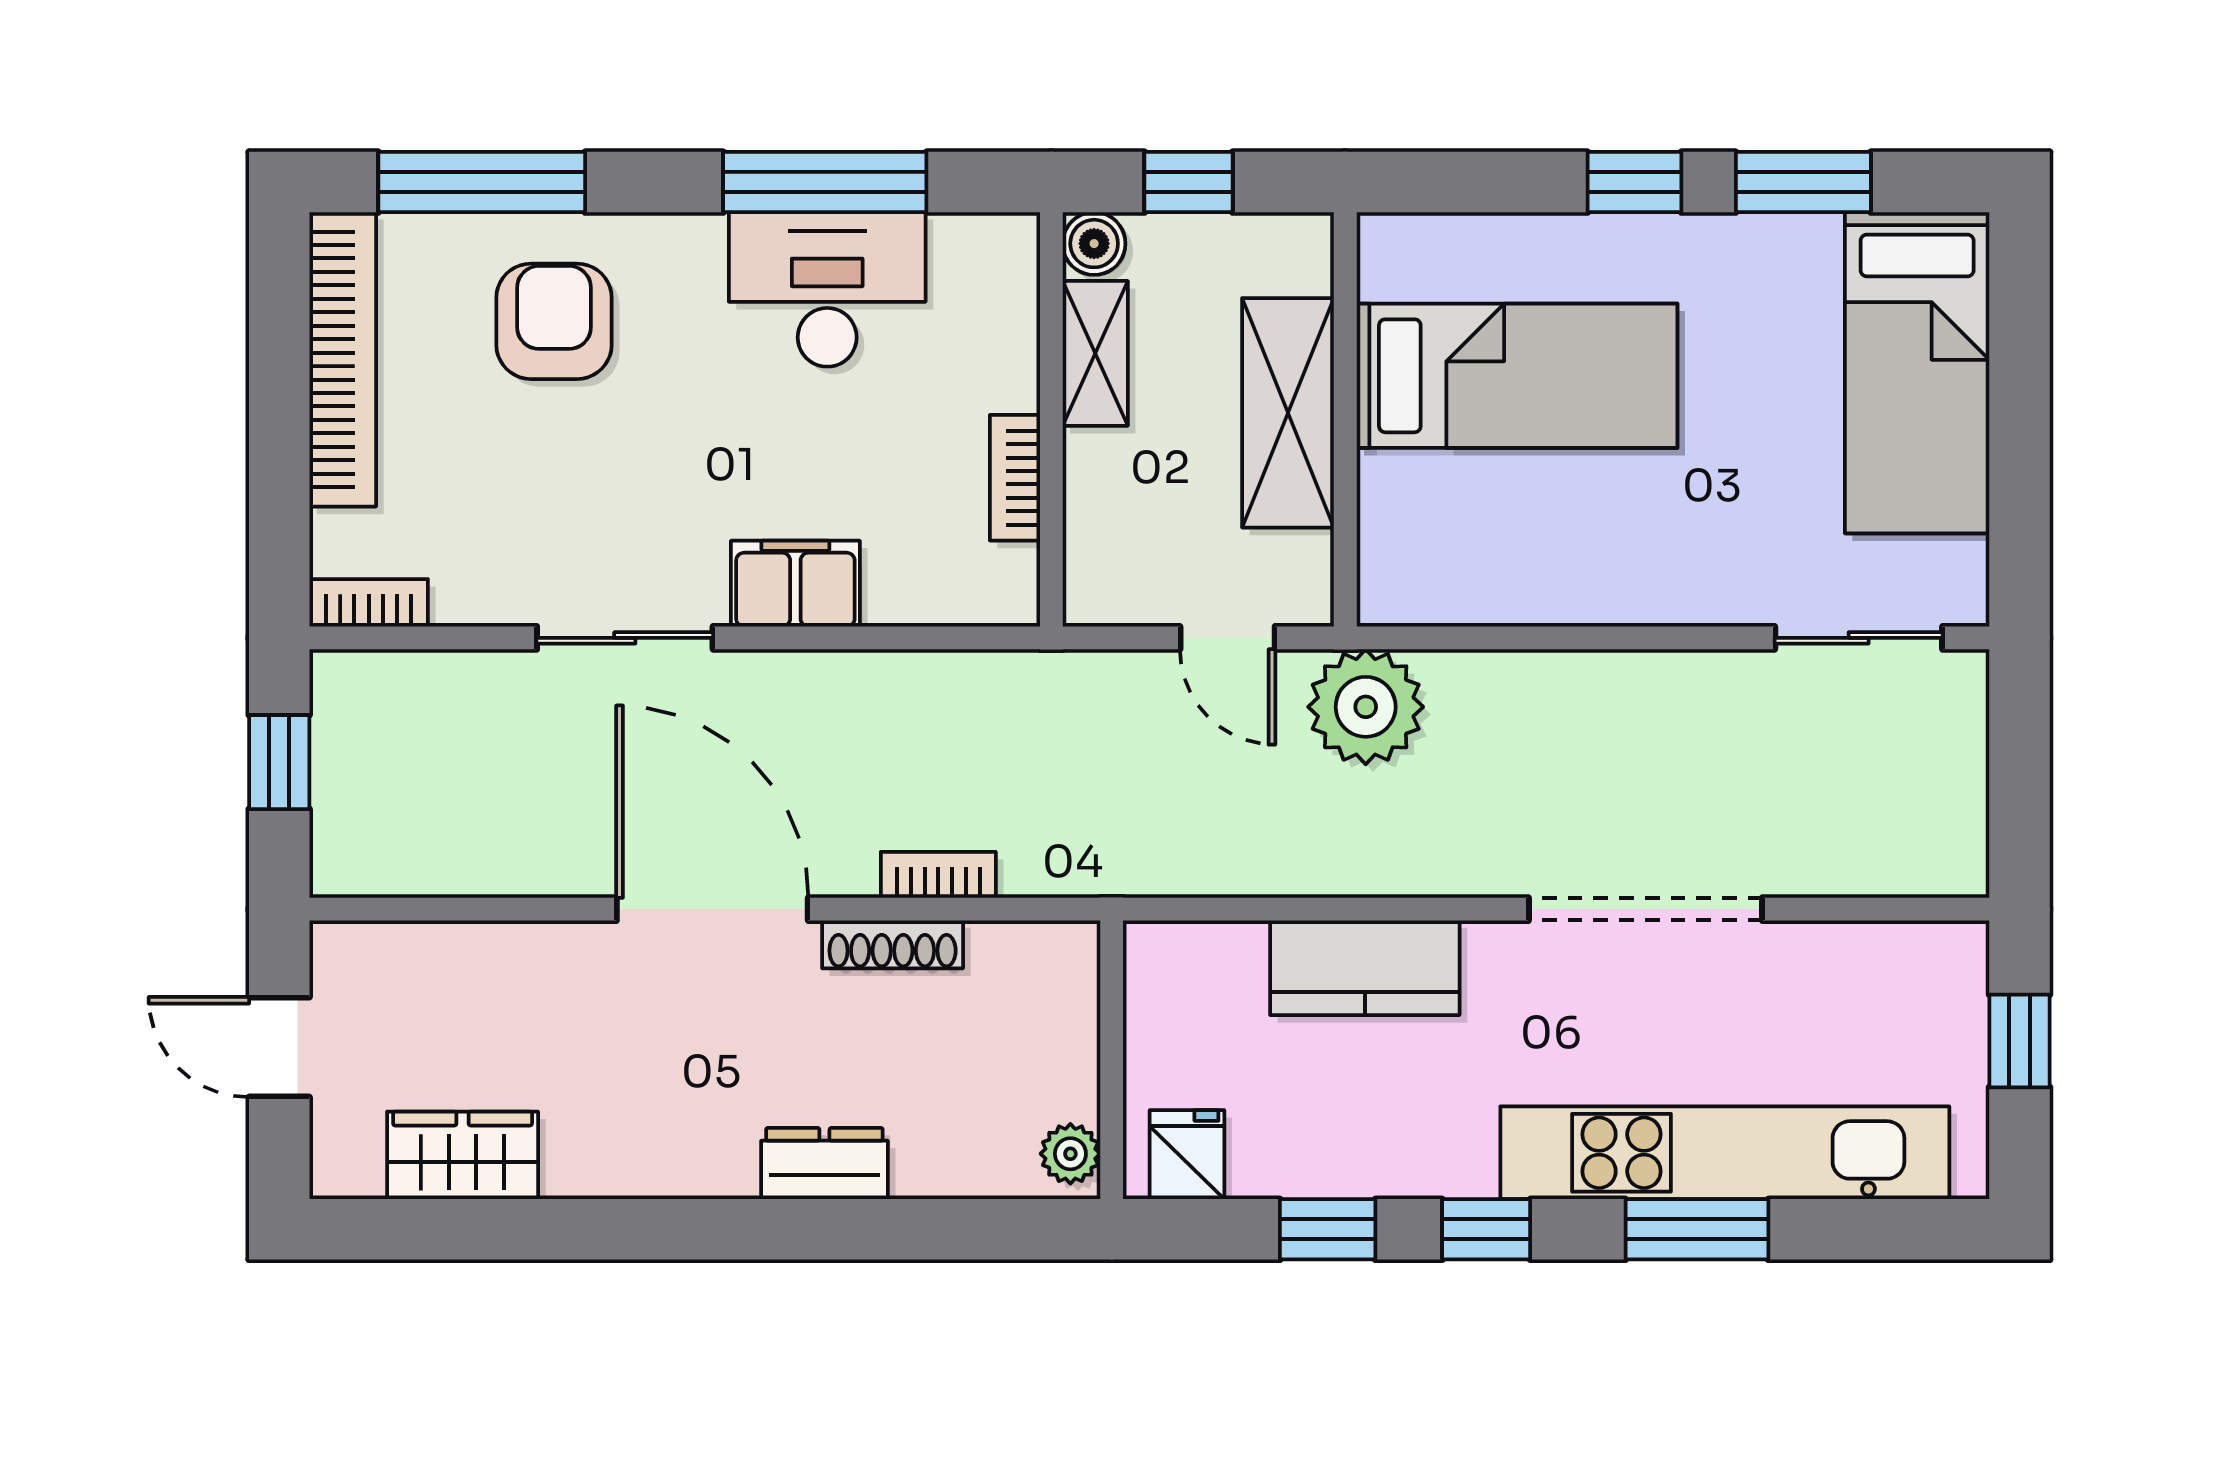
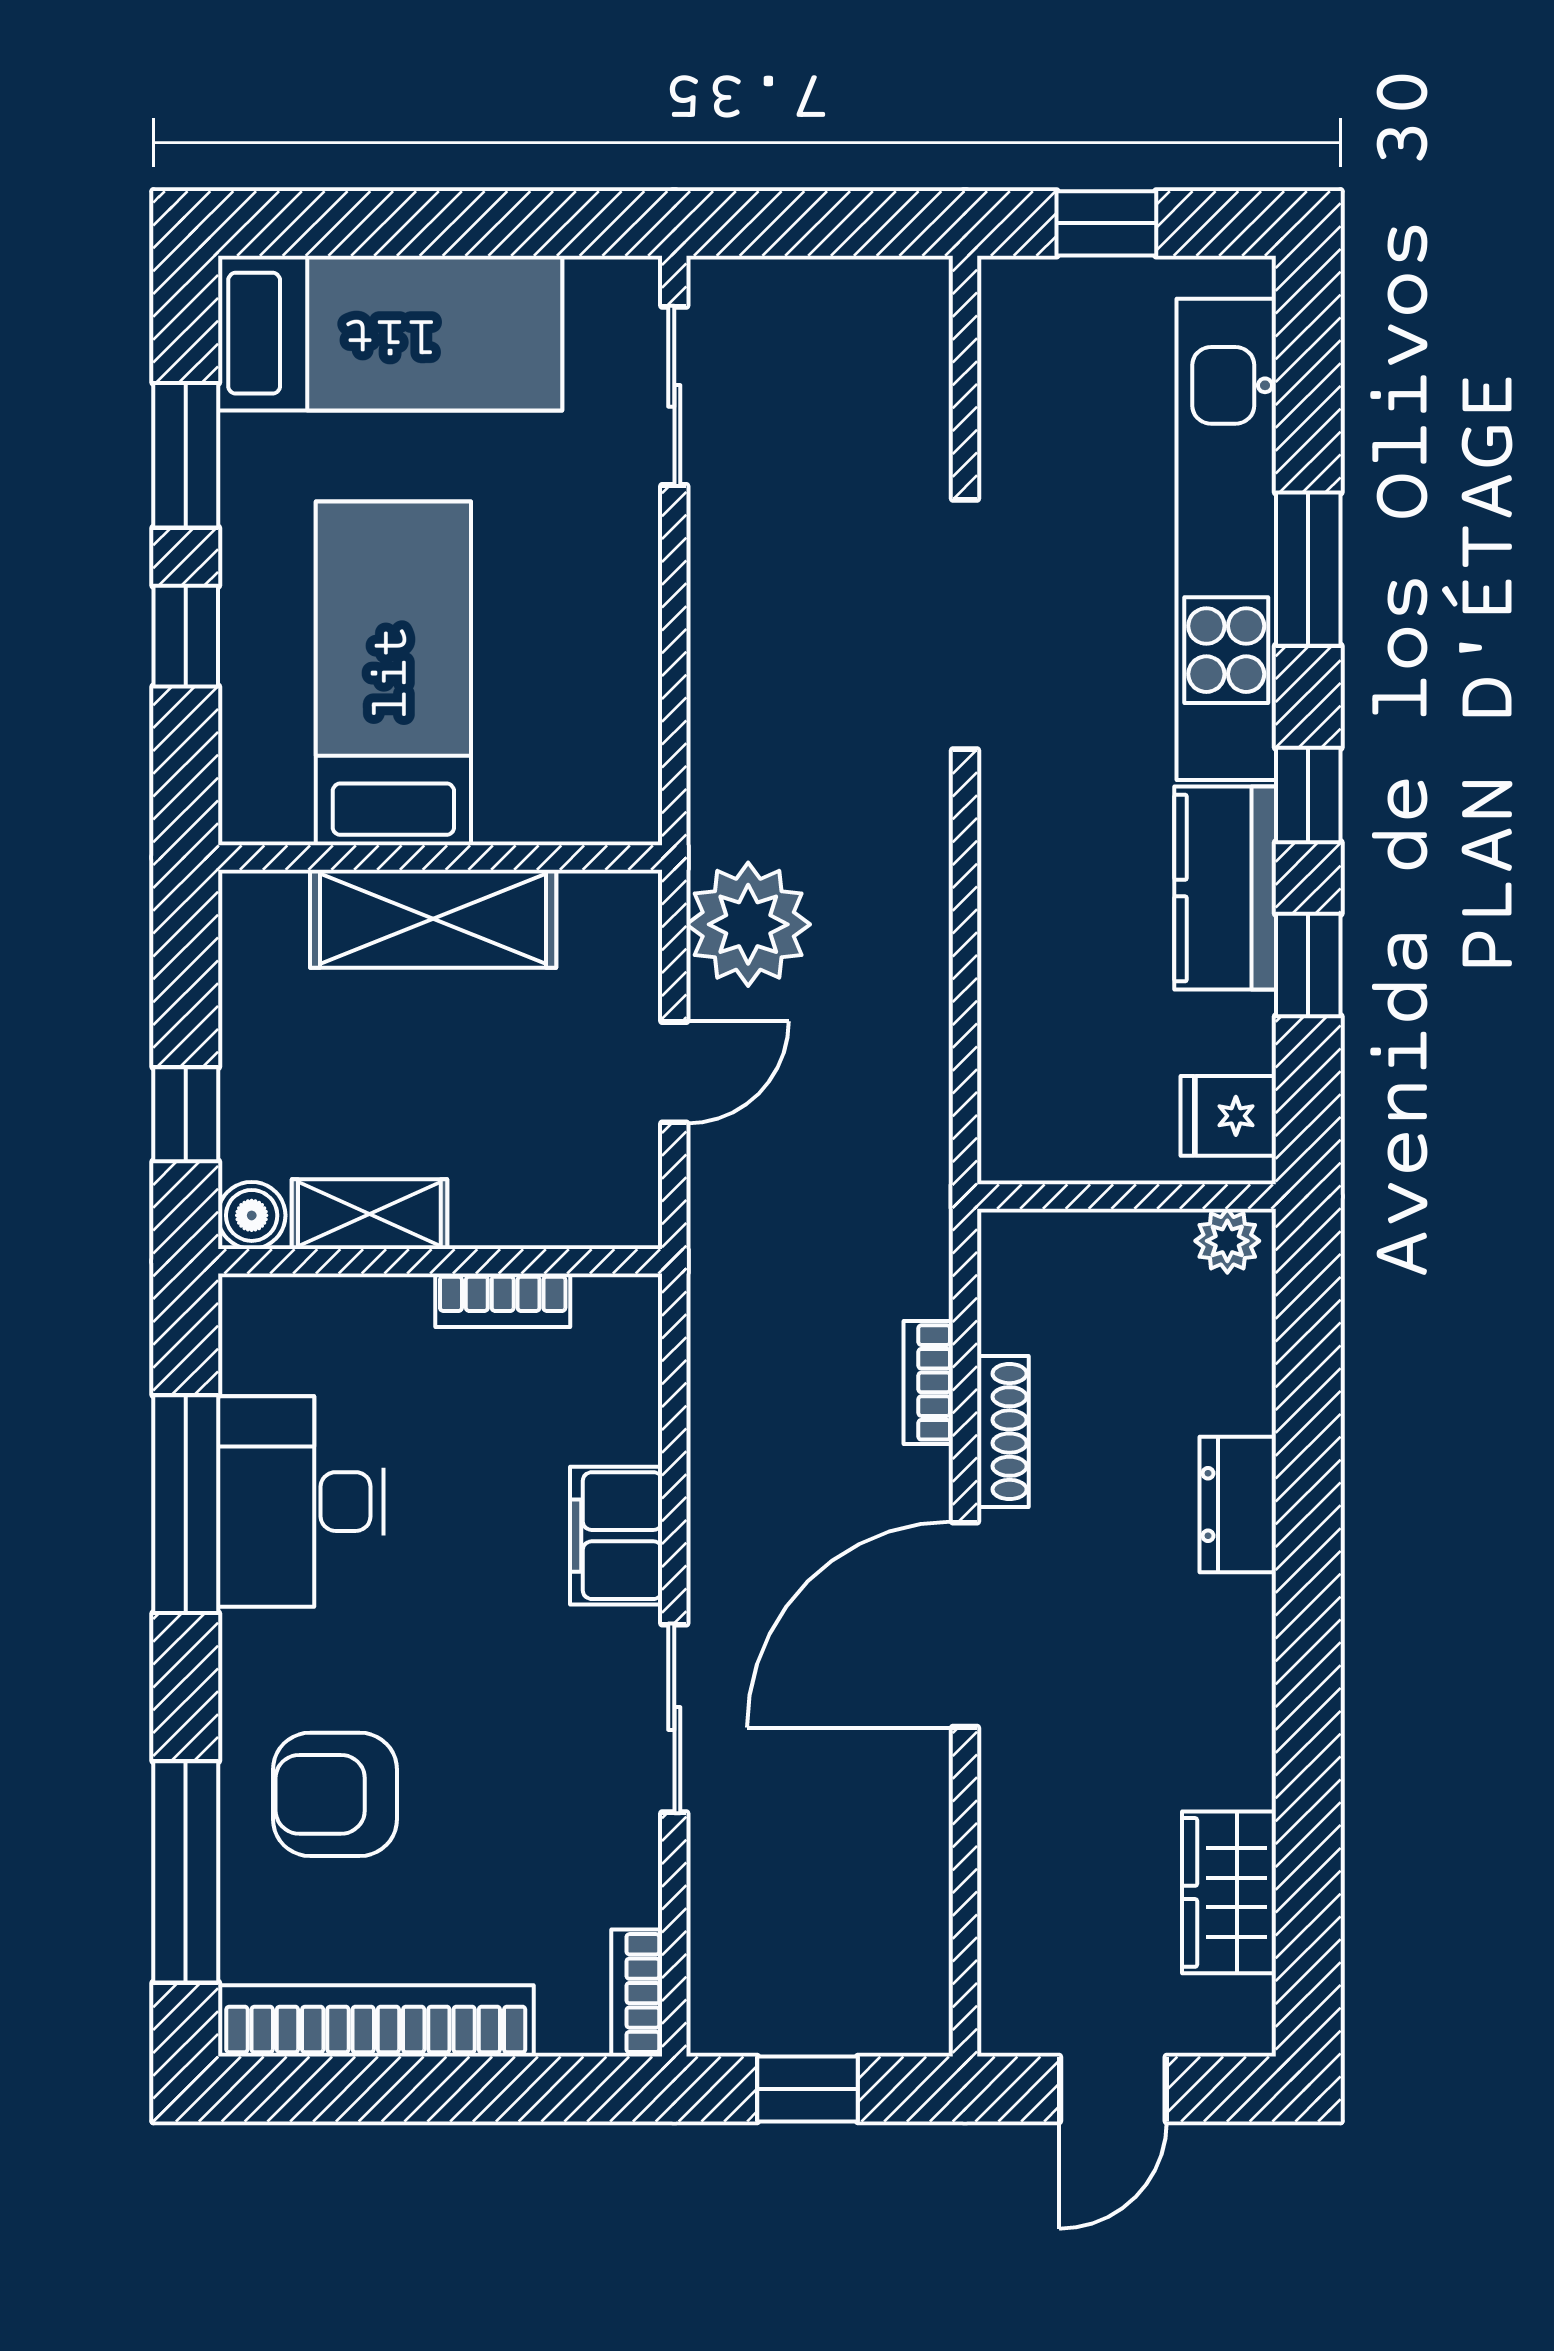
bed: (1517, 376) -> (393, 673), moved
shelving: (1288, 413) -> (433, 919), moved
wall: (1345, 419) -> (440, 857), moved
kitchen counter: (1365, 968) -> (1225, 888), moved, turned 180

